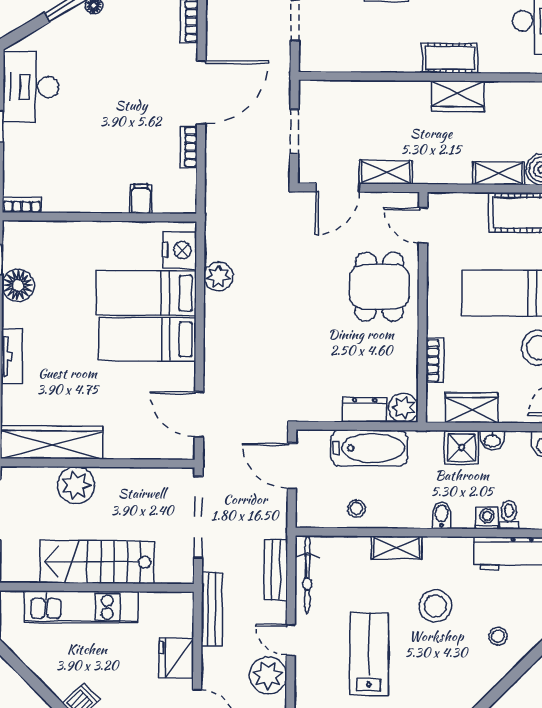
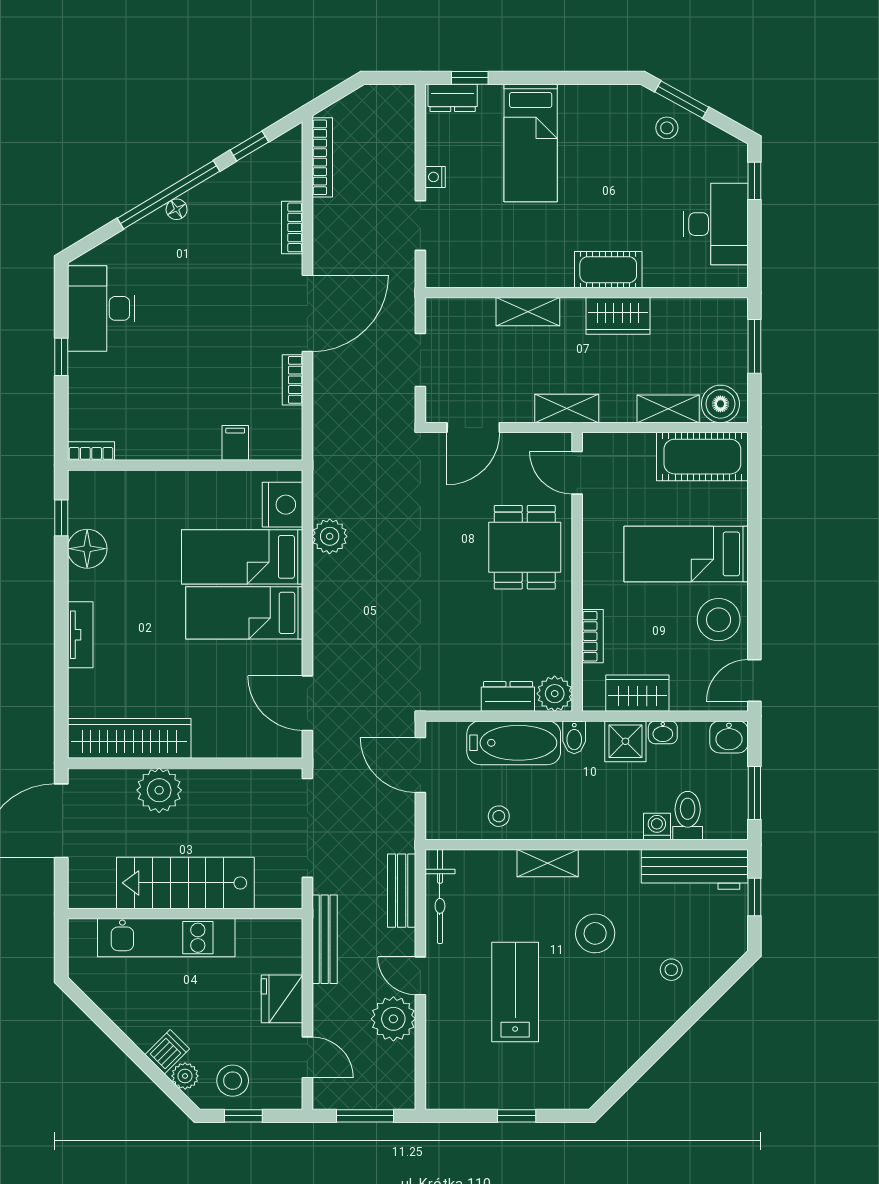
shelving: (383, 92) -> (528, 312), added
shelving: (386, 172) -> (567, 408), moved
bidet: (442, 515) -> (574, 737), moved, turned 180
toilet: (509, 515) -> (688, 816), width x1.37, depth x1.39

